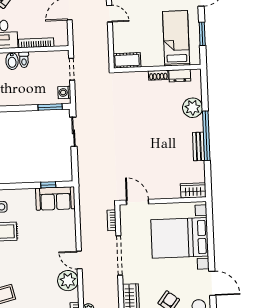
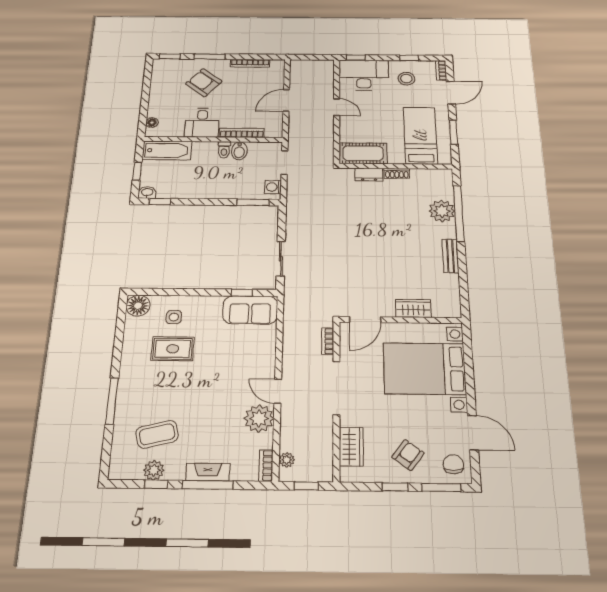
cot: (127, 60) -> (363, 153), width x1.37, depth x1.34
bidet: (12, 61) -> (239, 151), moved
dresser: (180, 76) -> (369, 175), moved
sliding door: (73, 132) -> (281, 259), moved
window: (206, 136) -> (459, 213), moved
wardrobe: (193, 190) -> (413, 308), moved
door: (137, 202) -> (365, 320), swing flipped

